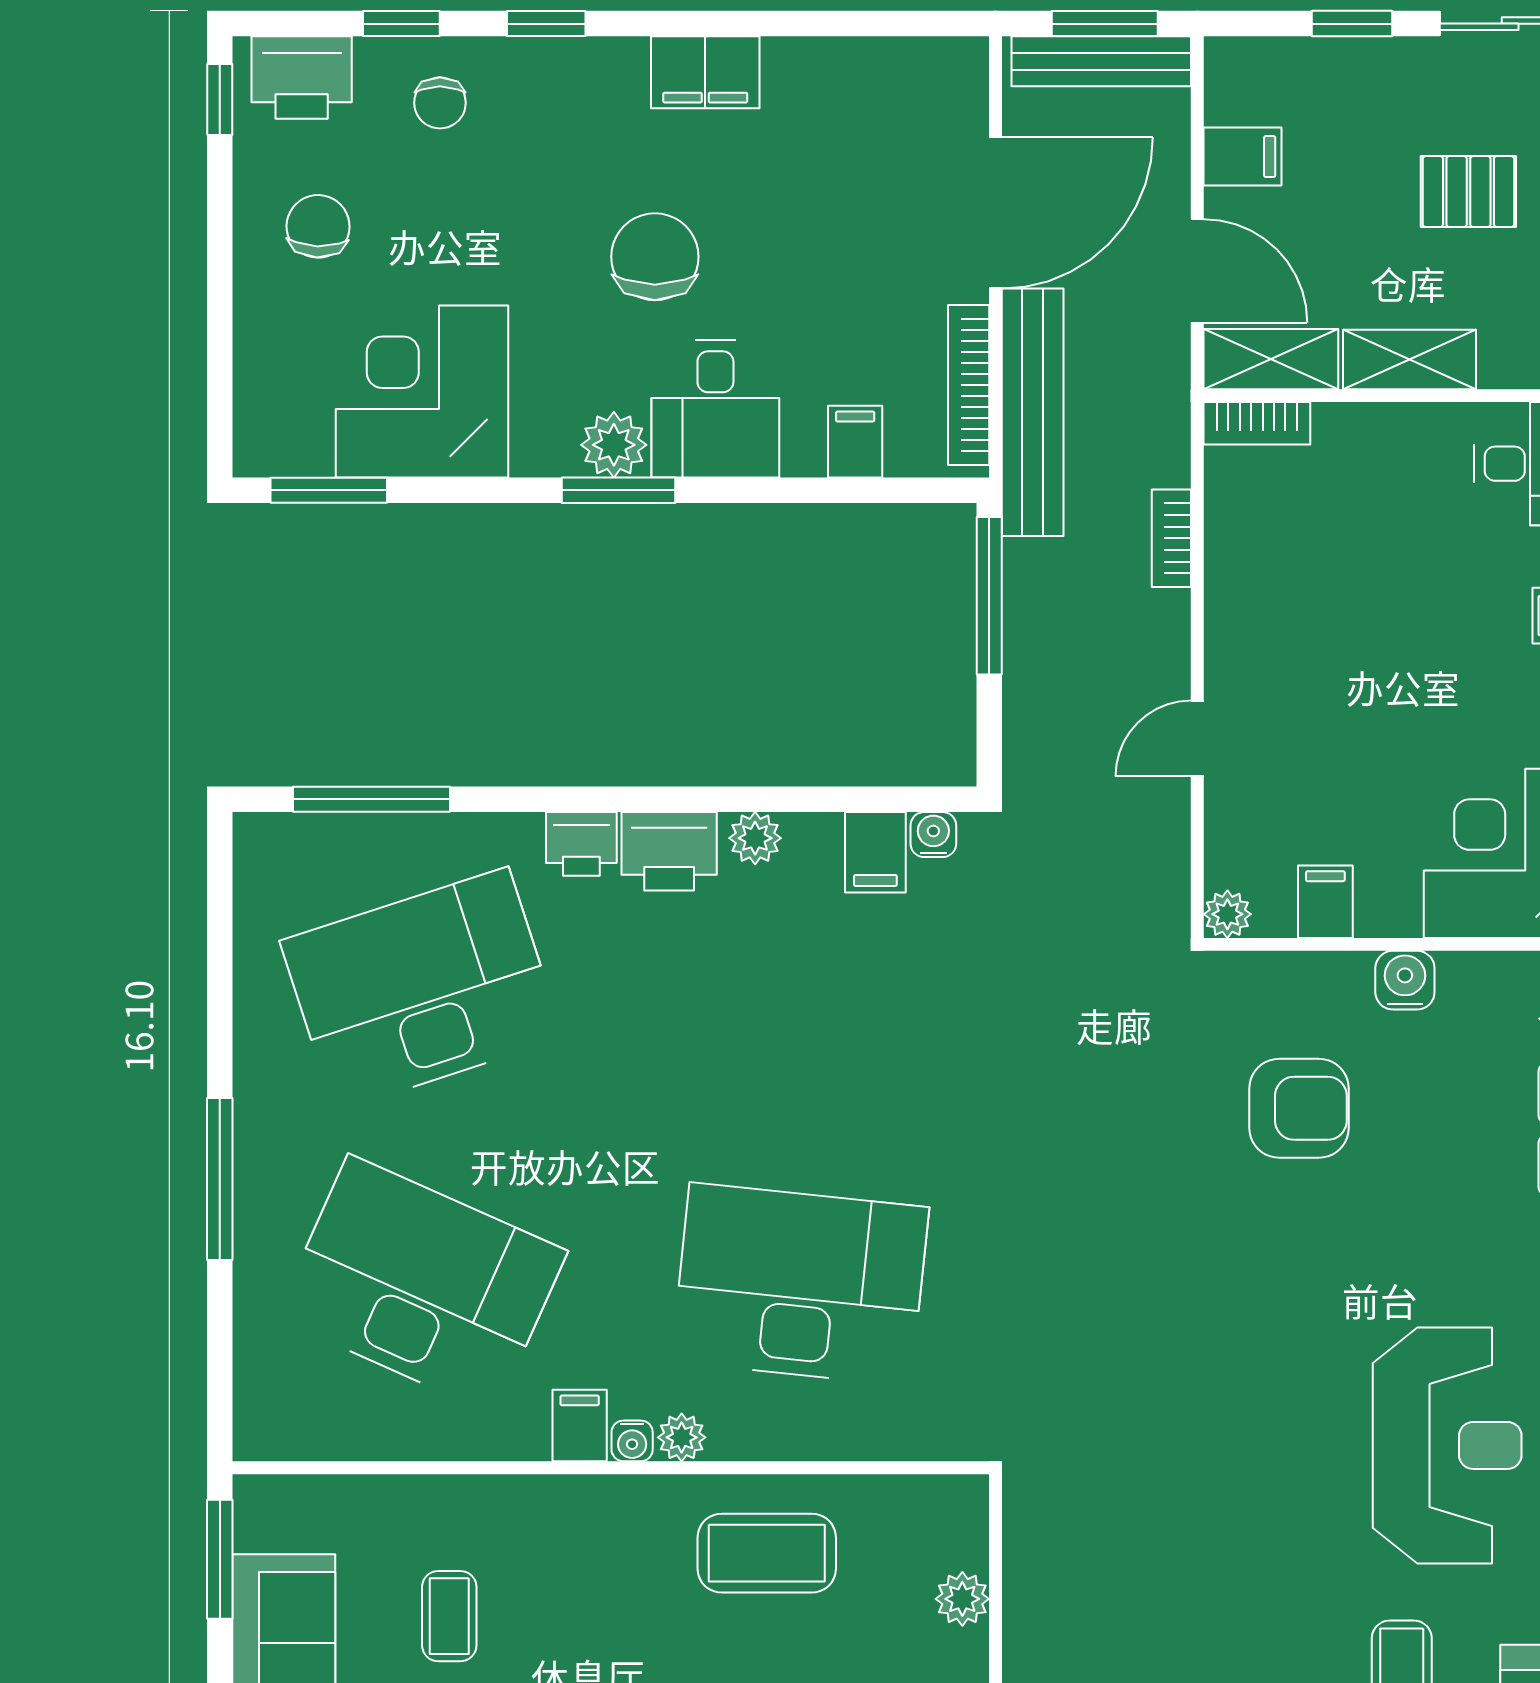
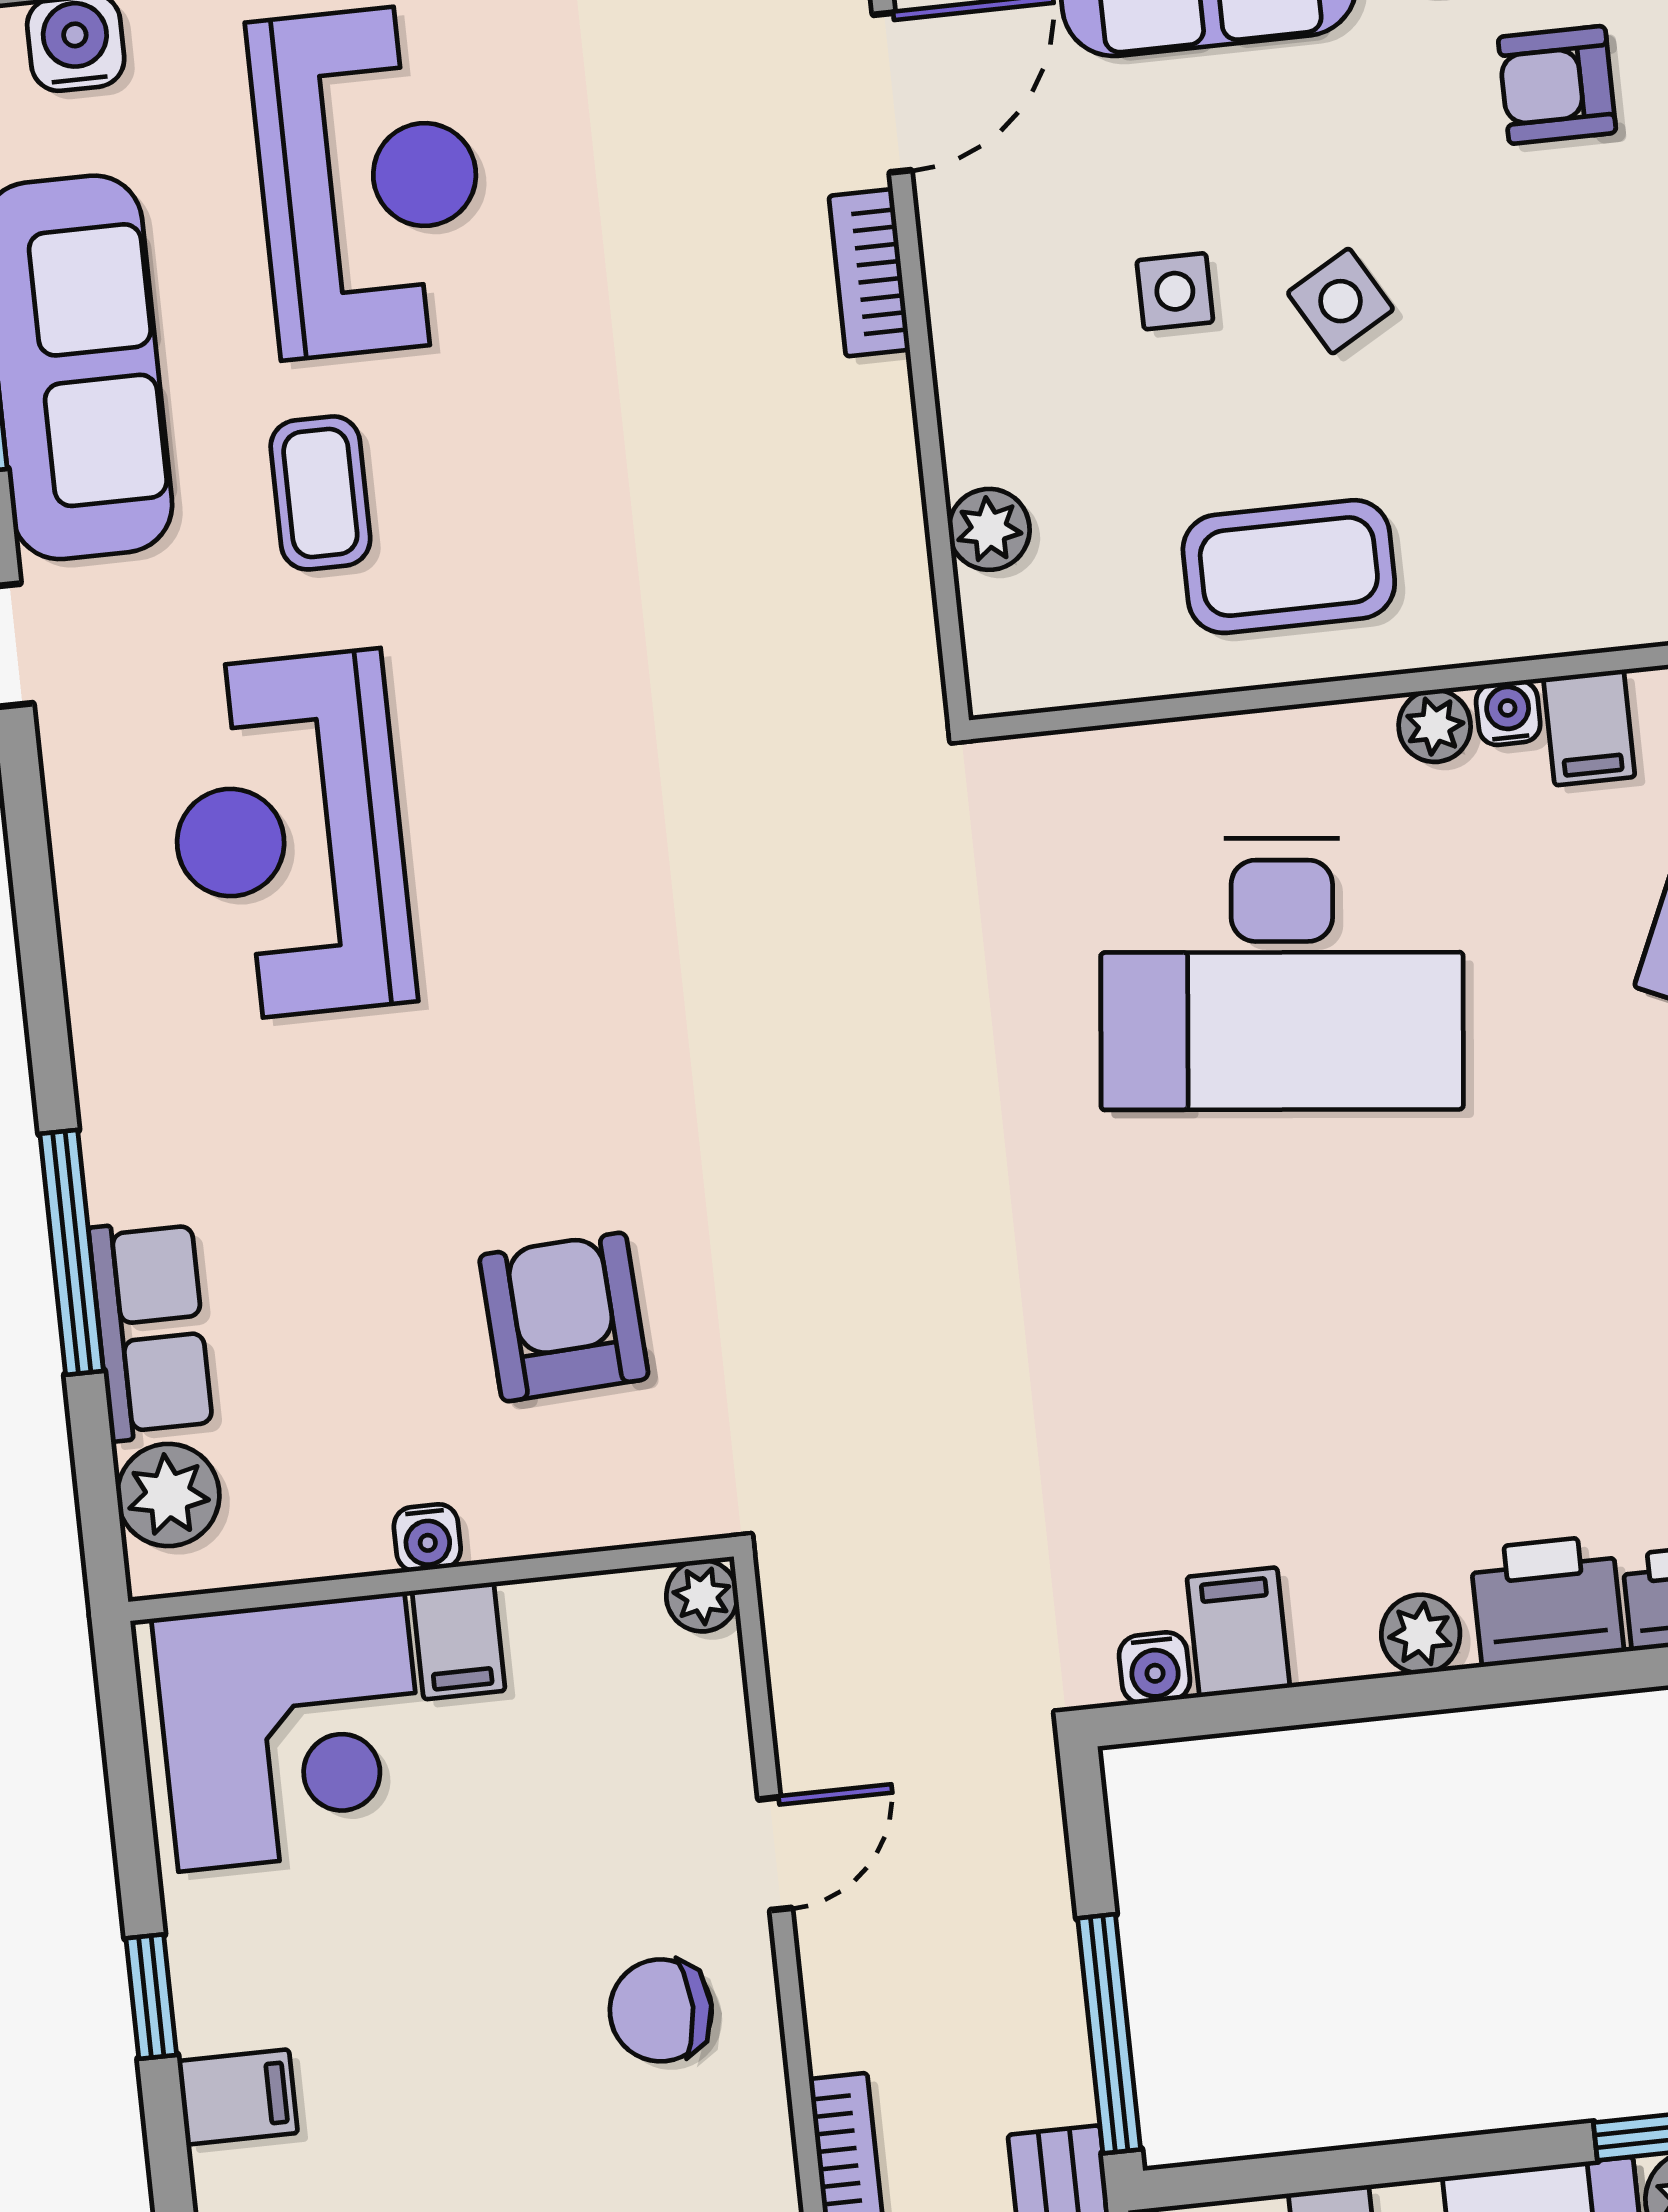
chair: (1284, 643) -> (661, 2010), added
filing cabinet: (1325, 902) -> (459, 1641), moved
water cooler: (1405, 980) -> (427, 1538), width x0.72, depth x0.72
armchair: (1299, 1108) -> (564, 1317), turned 87

